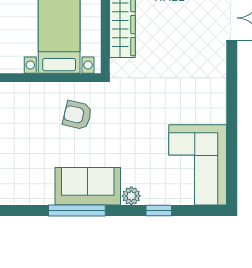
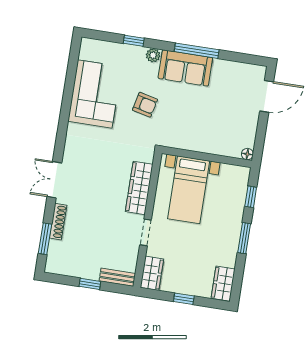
armchair: (77, 115) -> (145, 105), moved
corner sofa: (198, 165) -> (95, 94), moved

